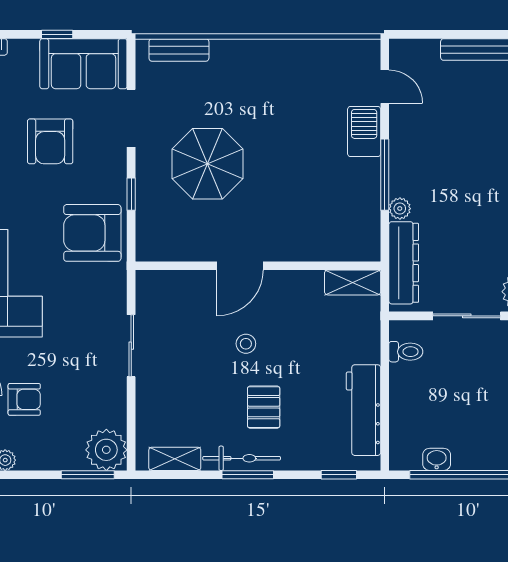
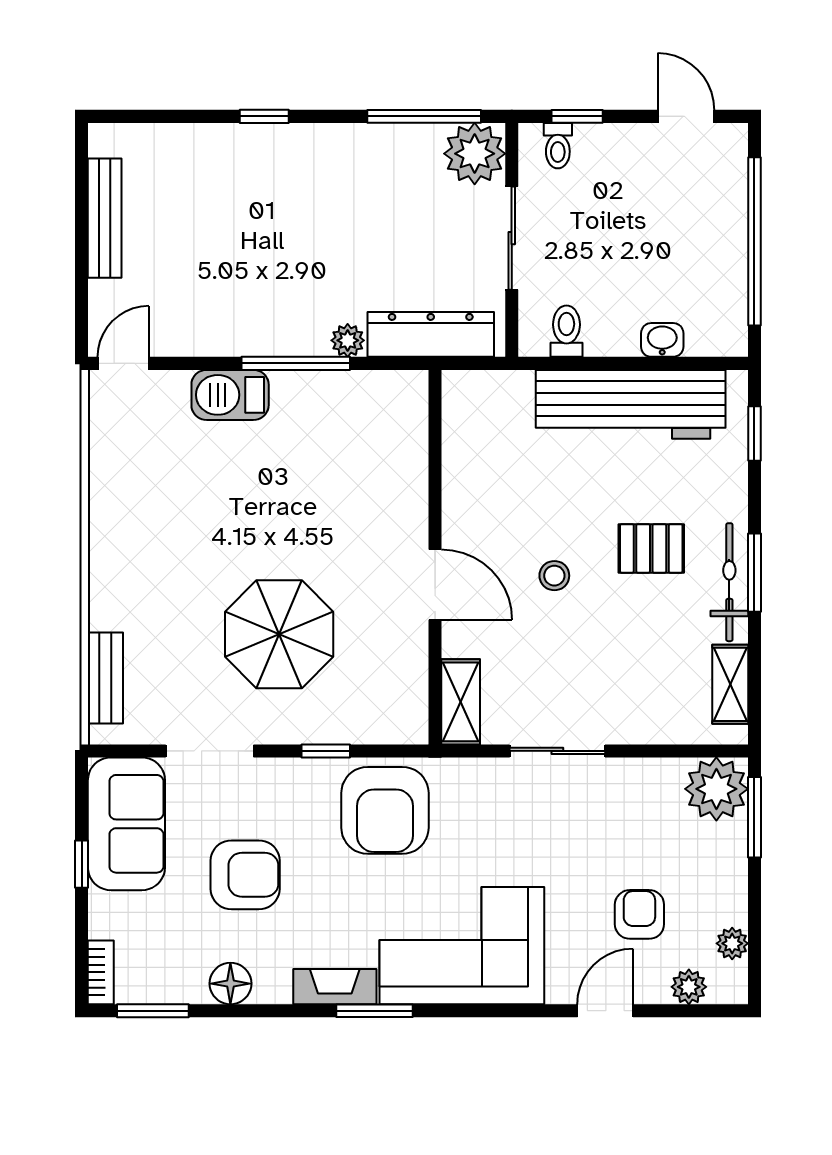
door: (385, 87) -> (123, 363), moved
shelving: (353, 282) -> (461, 702), moved
workbench: (363, 410) -> (631, 404), width x1.36, depth x1.32
washbasin: (437, 459) -> (662, 340), moved, turned 90

